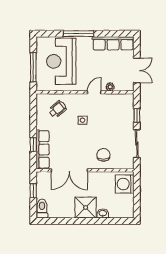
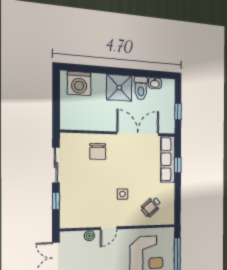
washing machine: (125, 184) -> (79, 83), moved, turned 90
toilet: (42, 208) -> (141, 88), moved
washbasin: (103, 213) -> (155, 83), moved

